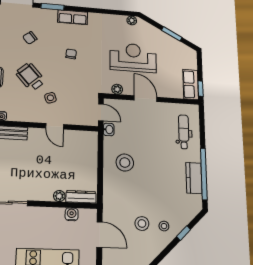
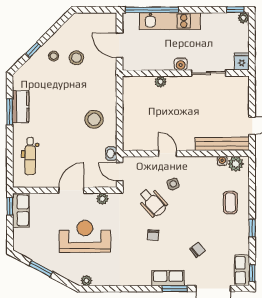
row of seats: (73, 17) -> (168, 278), moved
reception desk: (133, 58) -> (85, 236), turned 180
wheelchair: (30, 77) -> (153, 202), moved
door: (146, 99) -> (71, 190), swing flipped
window: (204, 174) -> (10, 112), width x0.47
dresser: (81, 197) -> (139, 82), removed
water cooler: (72, 214) -> (181, 64), moved

